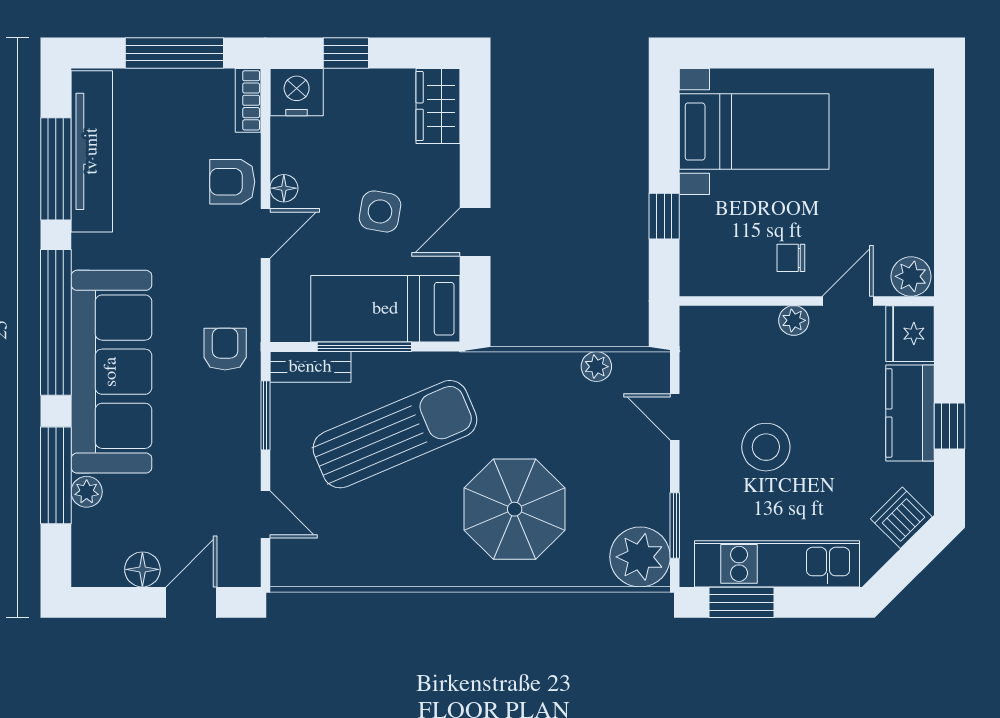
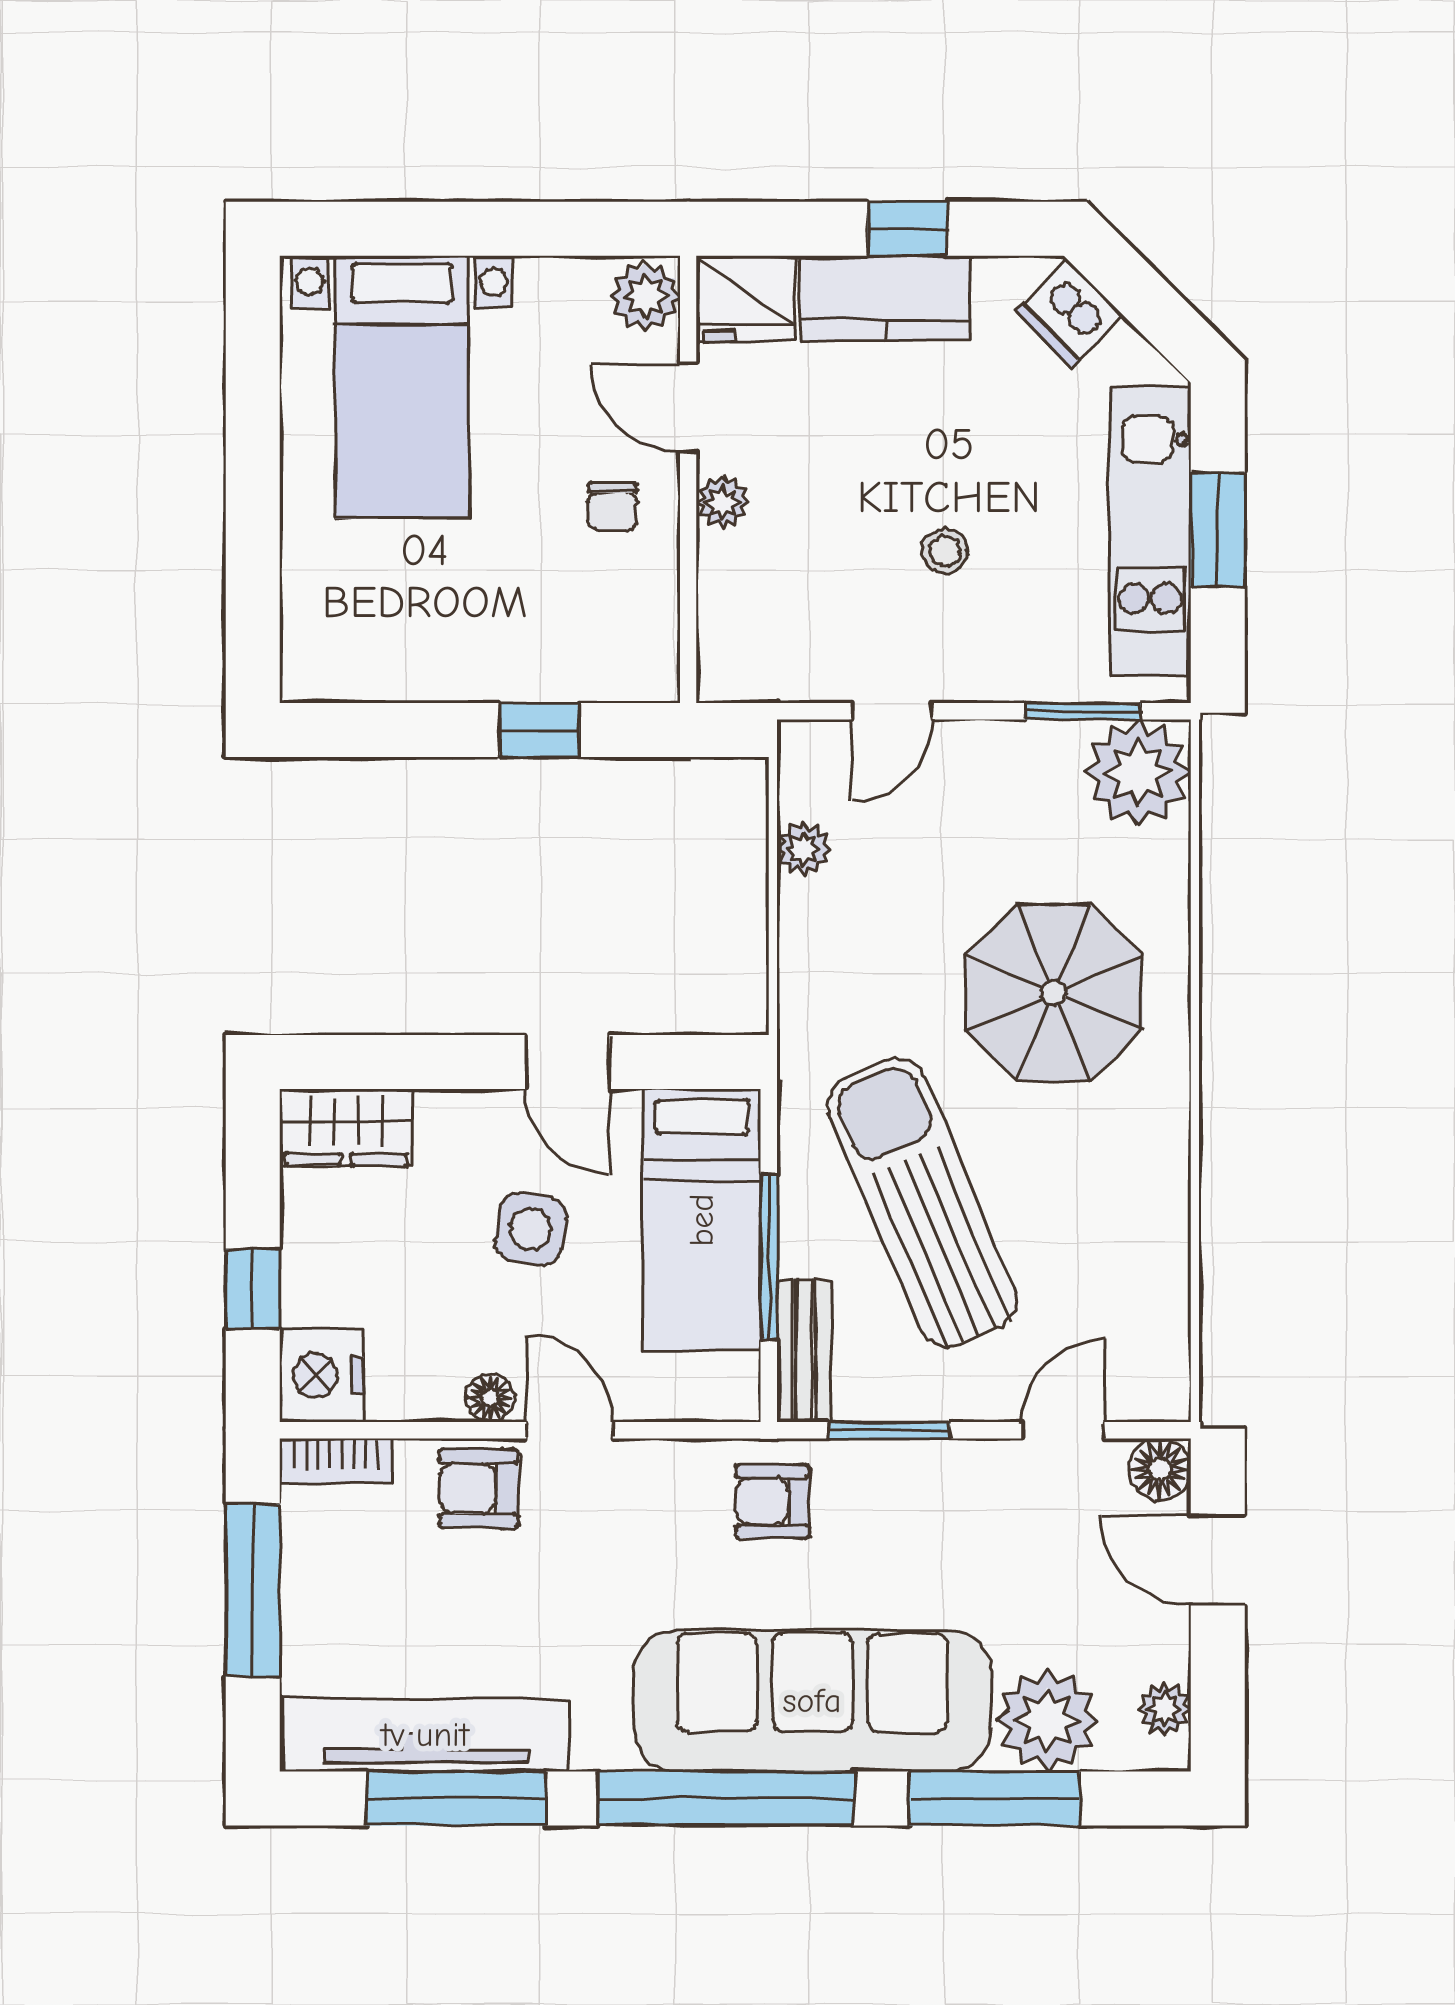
bed with nightstands: (754, 132) -> (402, 387), moved, turned 180
armchair: (232, 182) -> (479, 1488), turned 90
stool: (766, 447) -> (945, 551), width x0.53, depth x0.53
plant: (87, 492) -> (1047, 1720), width x1.88, depth x1.88
floor lamp: (142, 569) -> (1160, 1469), moved
plant: (107, 572) -> (1164, 1709), added
window: (741, 602) -> (1218, 529), moved

